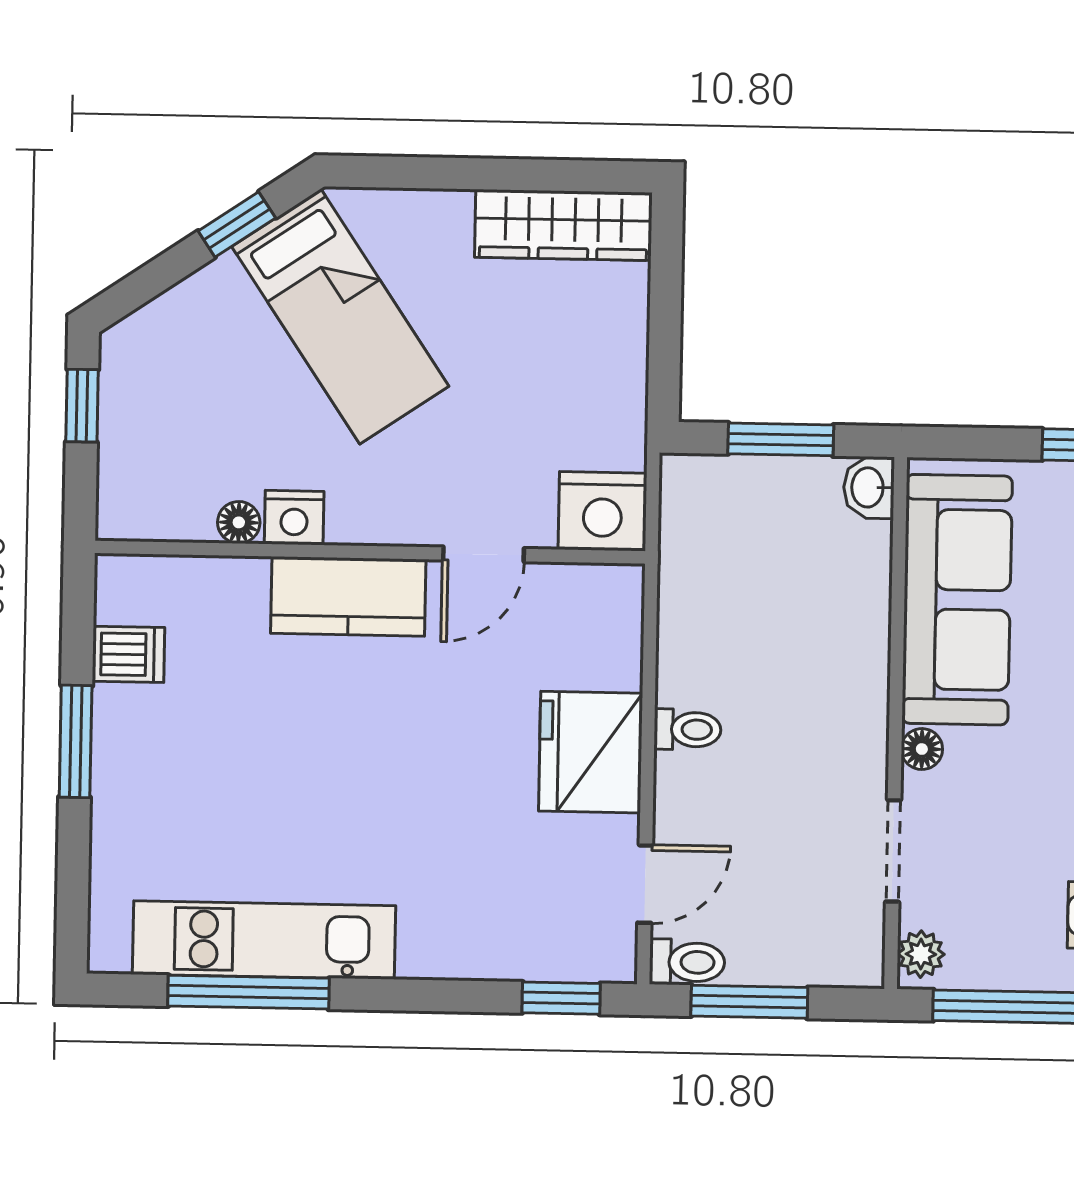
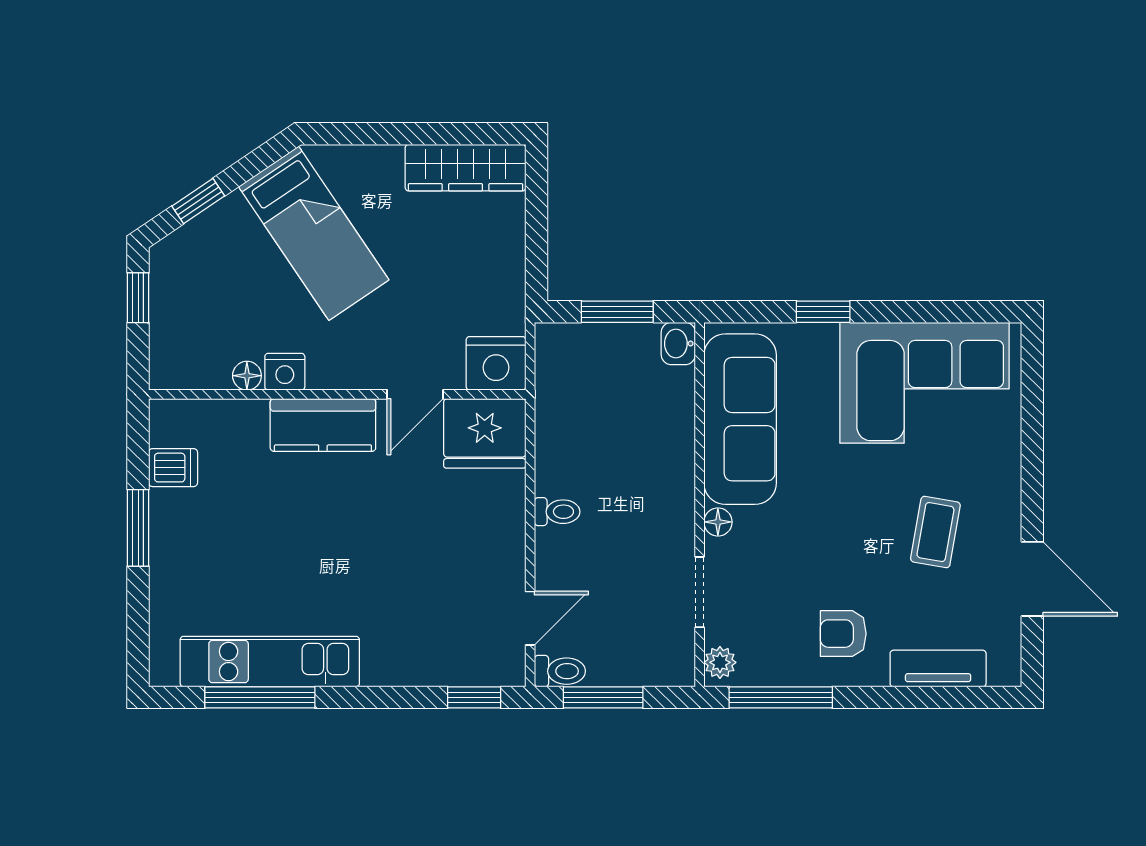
window: (237, 224) -> (198, 201), moved
fridge: (591, 752) -> (485, 433), moved, turned -90

